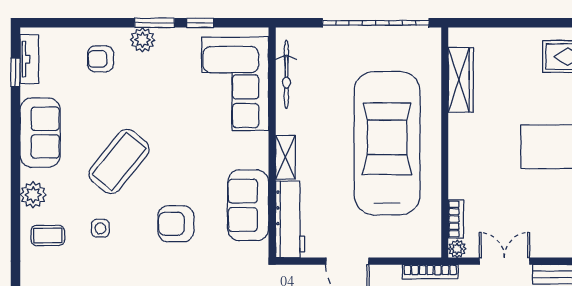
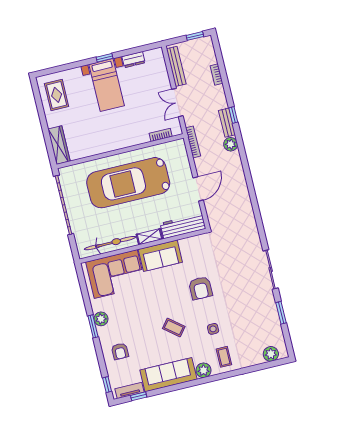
window: (200, 23) -> (107, 385), moved
plant: (143, 40) -> (101, 319), moved
bicycle: (286, 74) -> (110, 243), width x1.37, depth x1.40
wardrobe: (461, 80) -> (59, 145), moved, turned 90
sofa: (40, 133) -> (168, 375), width x1.36
coffee table: (119, 161) -> (174, 327), width x0.54, depth x0.58
sofa: (248, 205) -> (160, 256), moved
plant: (457, 249) -> (177, 130), removed

